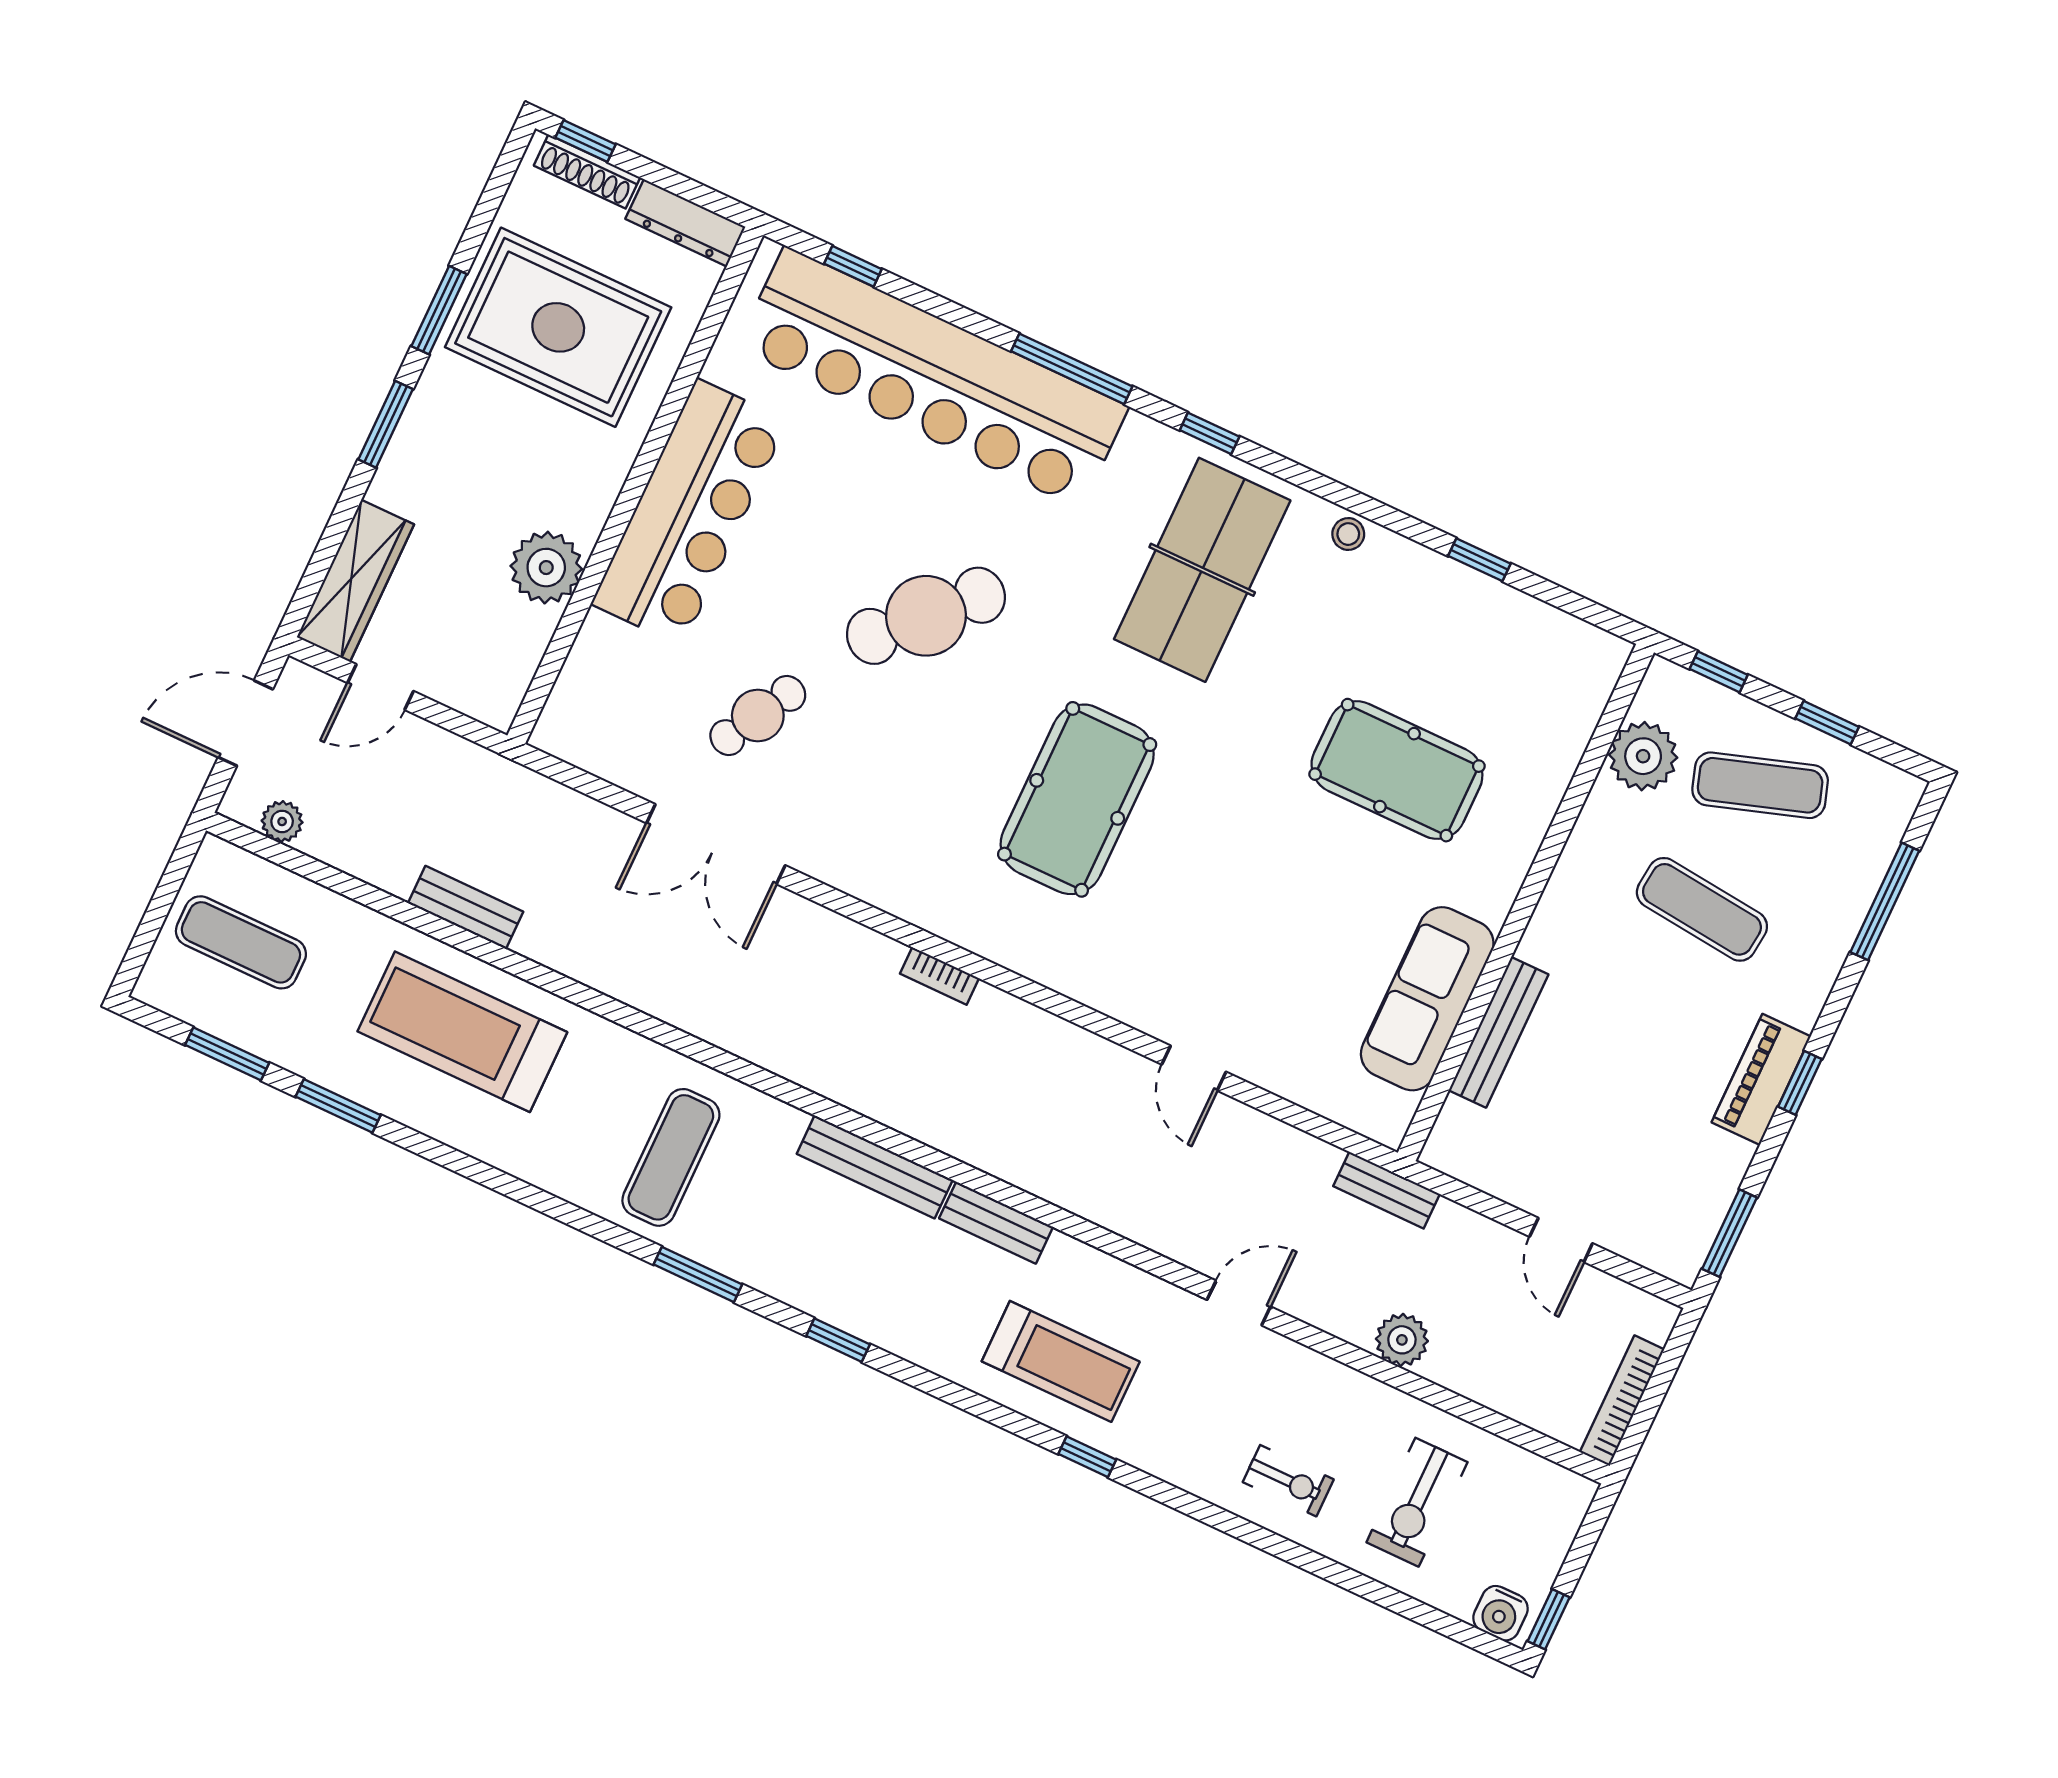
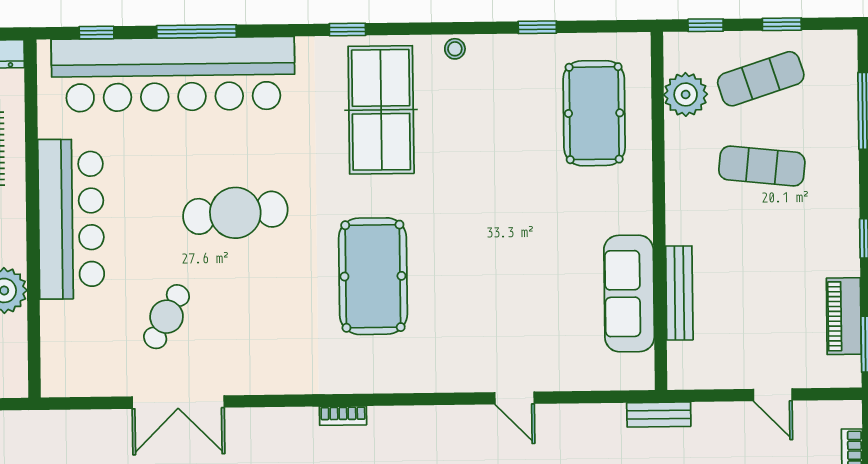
window: (1072, 369) -> (196, 31), moved
cafe table: (926, 616) -> (235, 213), turned 41
pool table: (1397, 770) -> (594, 113), moved, turned 90
piano: (1761, 1079) -> (844, 316), moved

